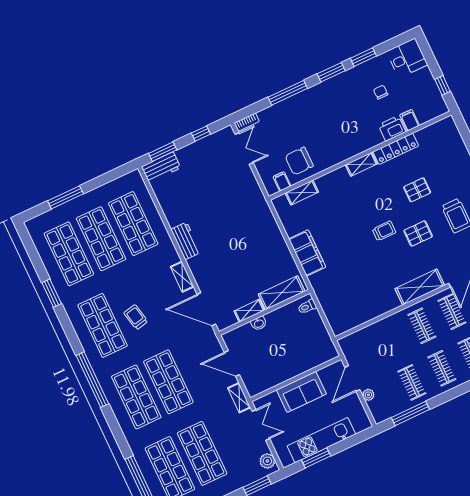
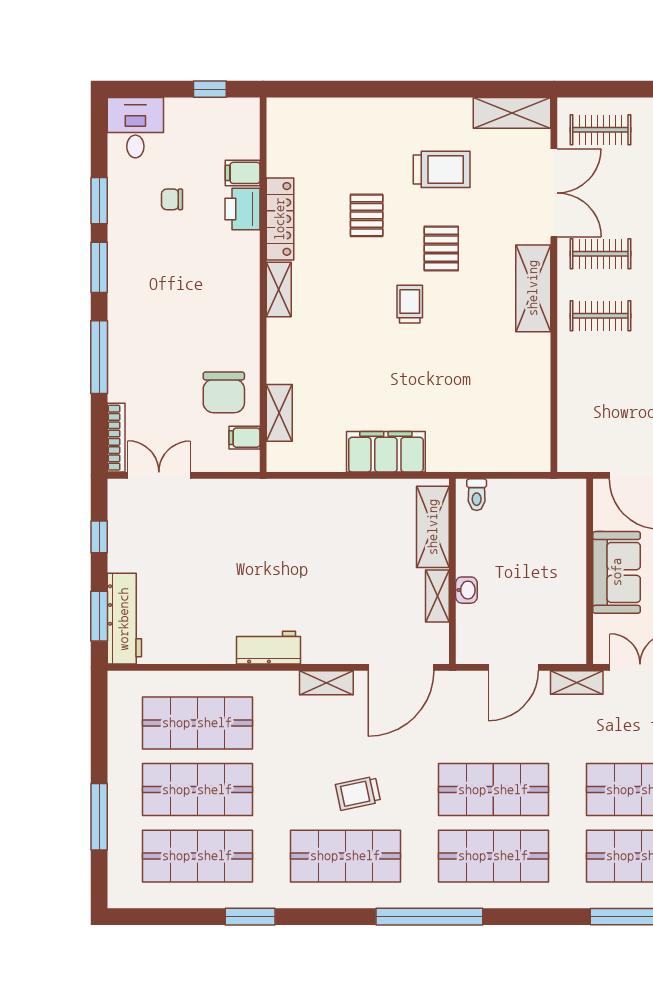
bookcase: (247, 122) -> (116, 438), width x1.56
workbench: (161, 167) -> (124, 619), width x1.38

